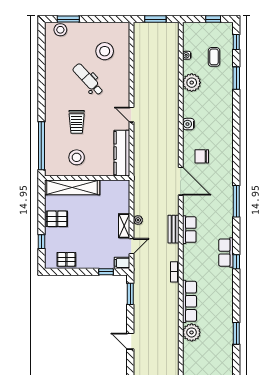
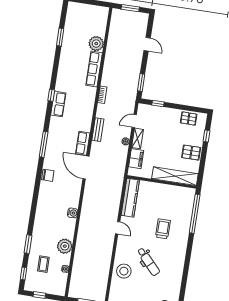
stool: (105, 51) -> (124, 271), moved
chair: (202, 156) -> (48, 175), moved
stool: (77, 157) -> (167, 200), removed
row of seats: (189, 230) -> (83, 143), moved
filing cabinet: (122, 263) -> (136, 159), moved, width x2.00

